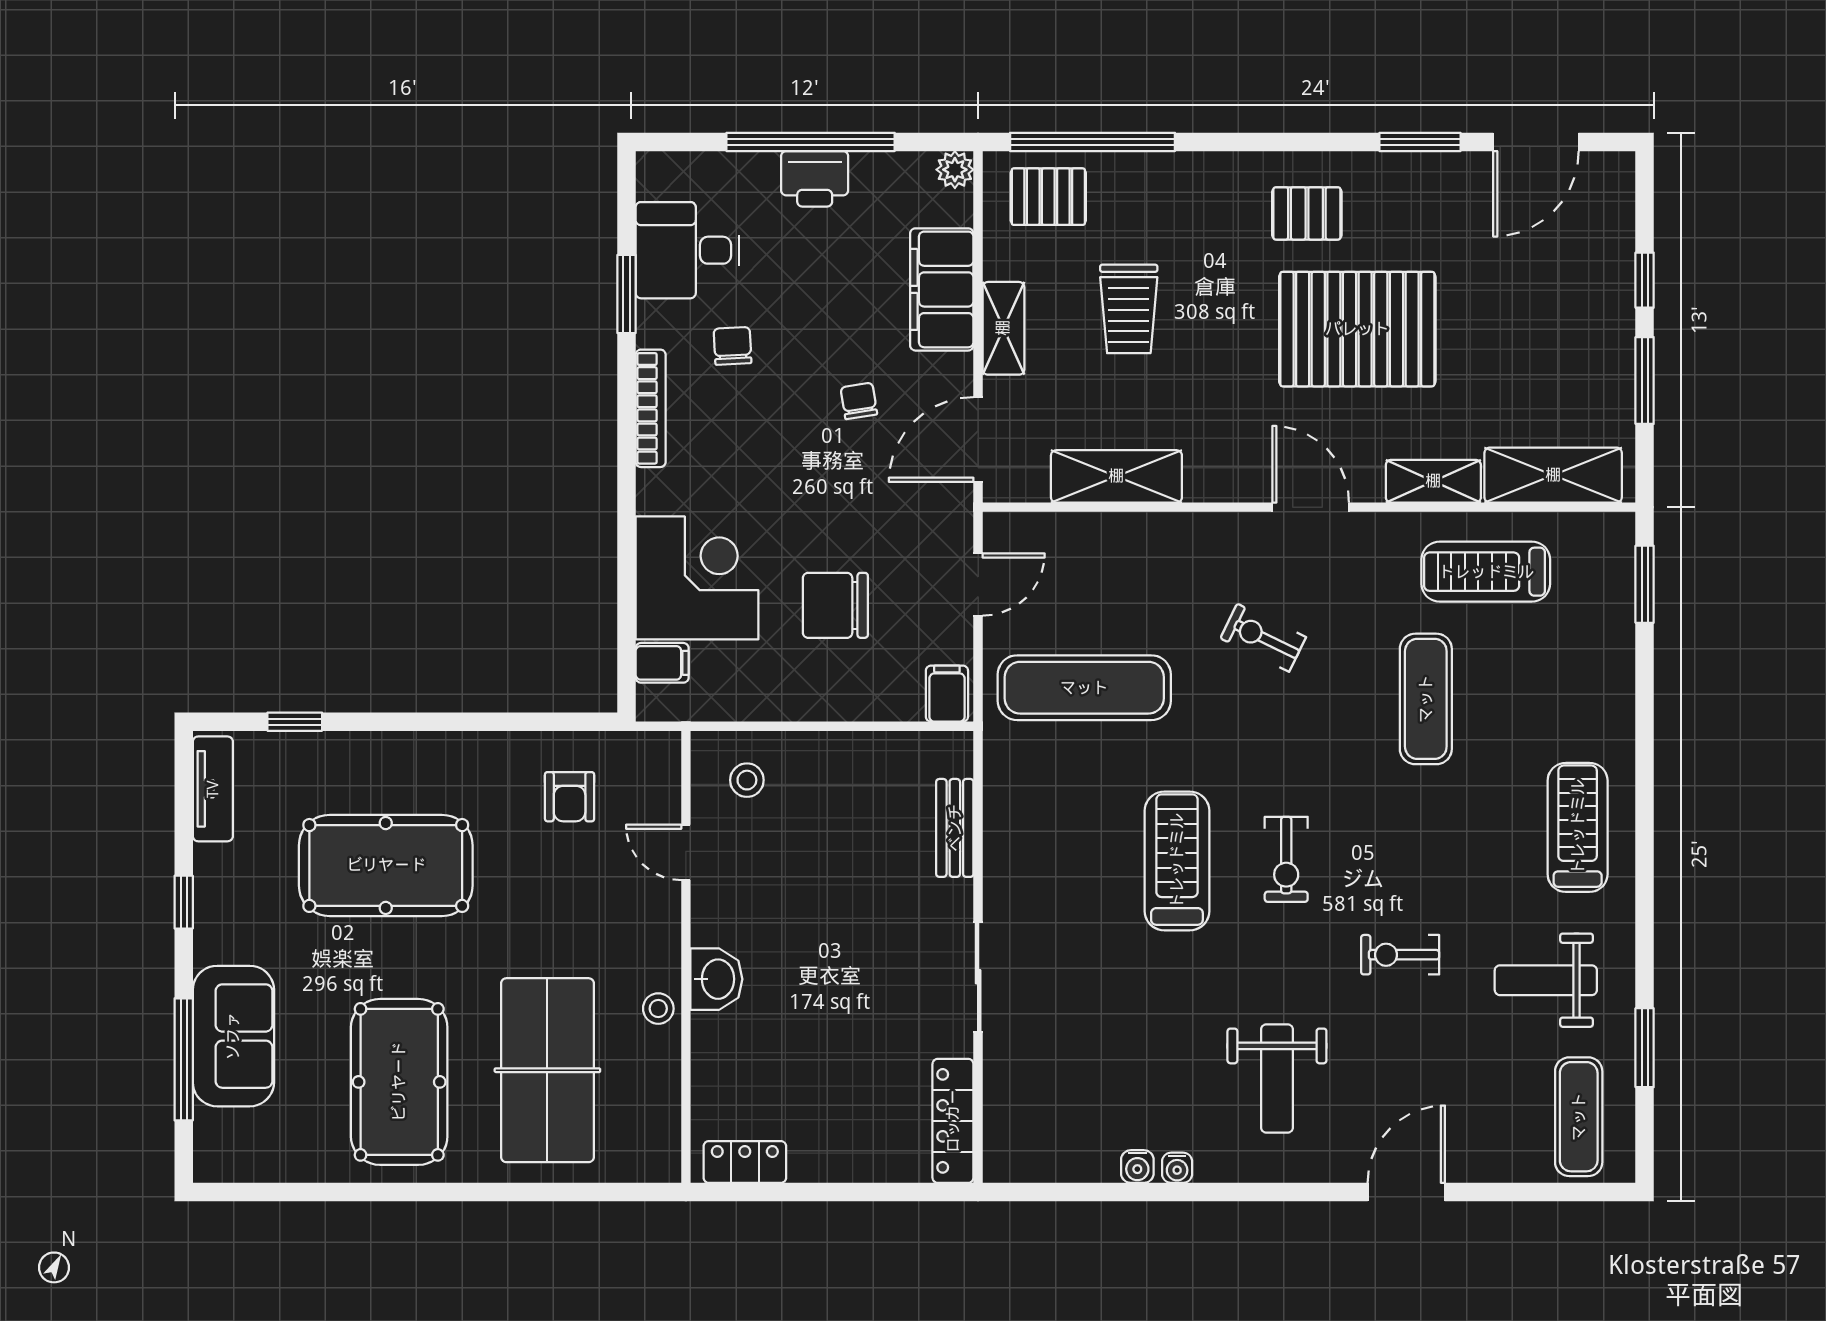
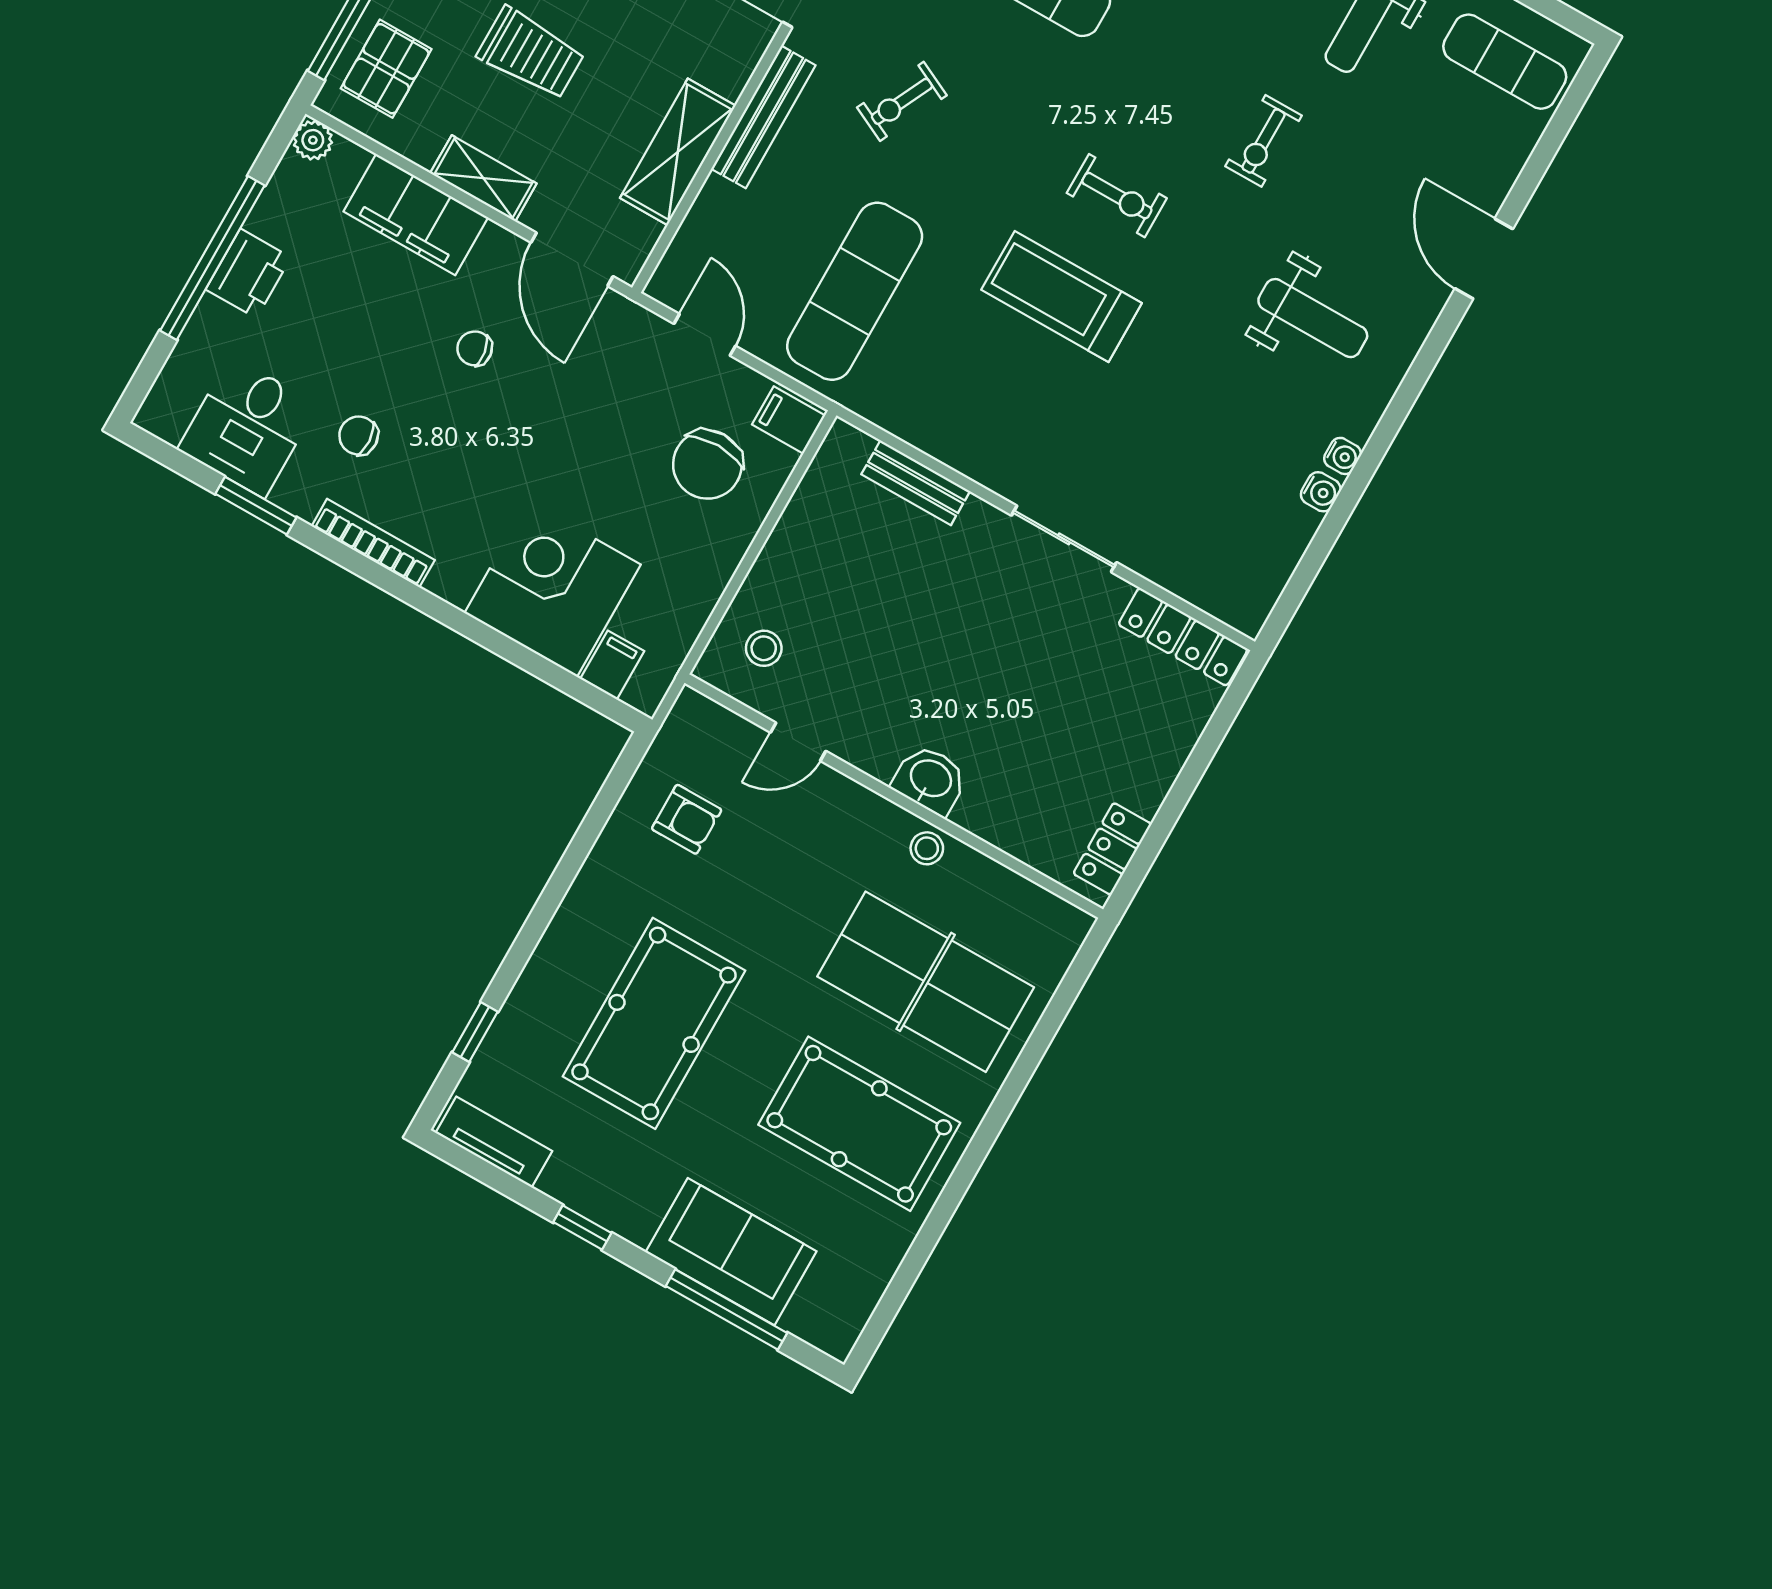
bench: (1185, 531) -> (763, 117), added
chair: (835, 605) -> (707, 465), moved

